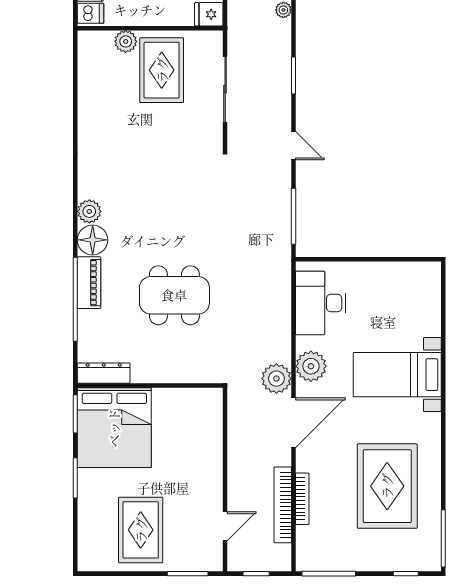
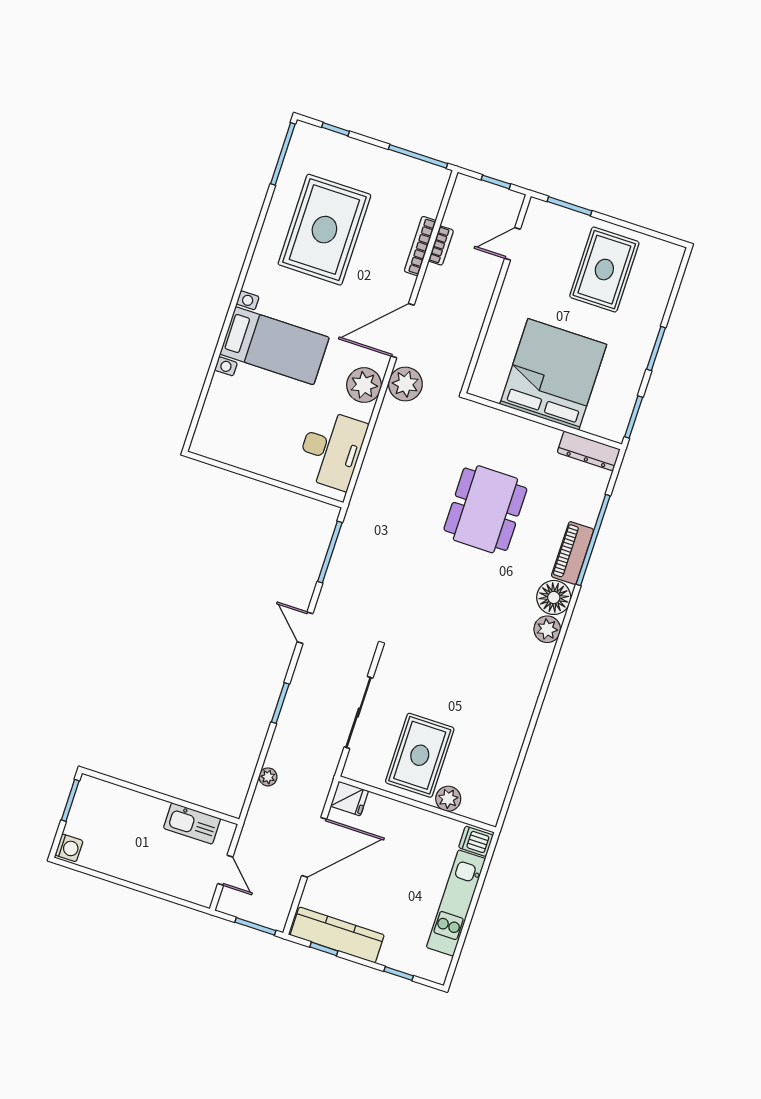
dining table: (174, 295) -> (485, 509), turned 90
bed: (114, 428) -> (553, 374), moved
bookcase: (283, 505) -> (441, 246), width x0.43, depth x0.76

